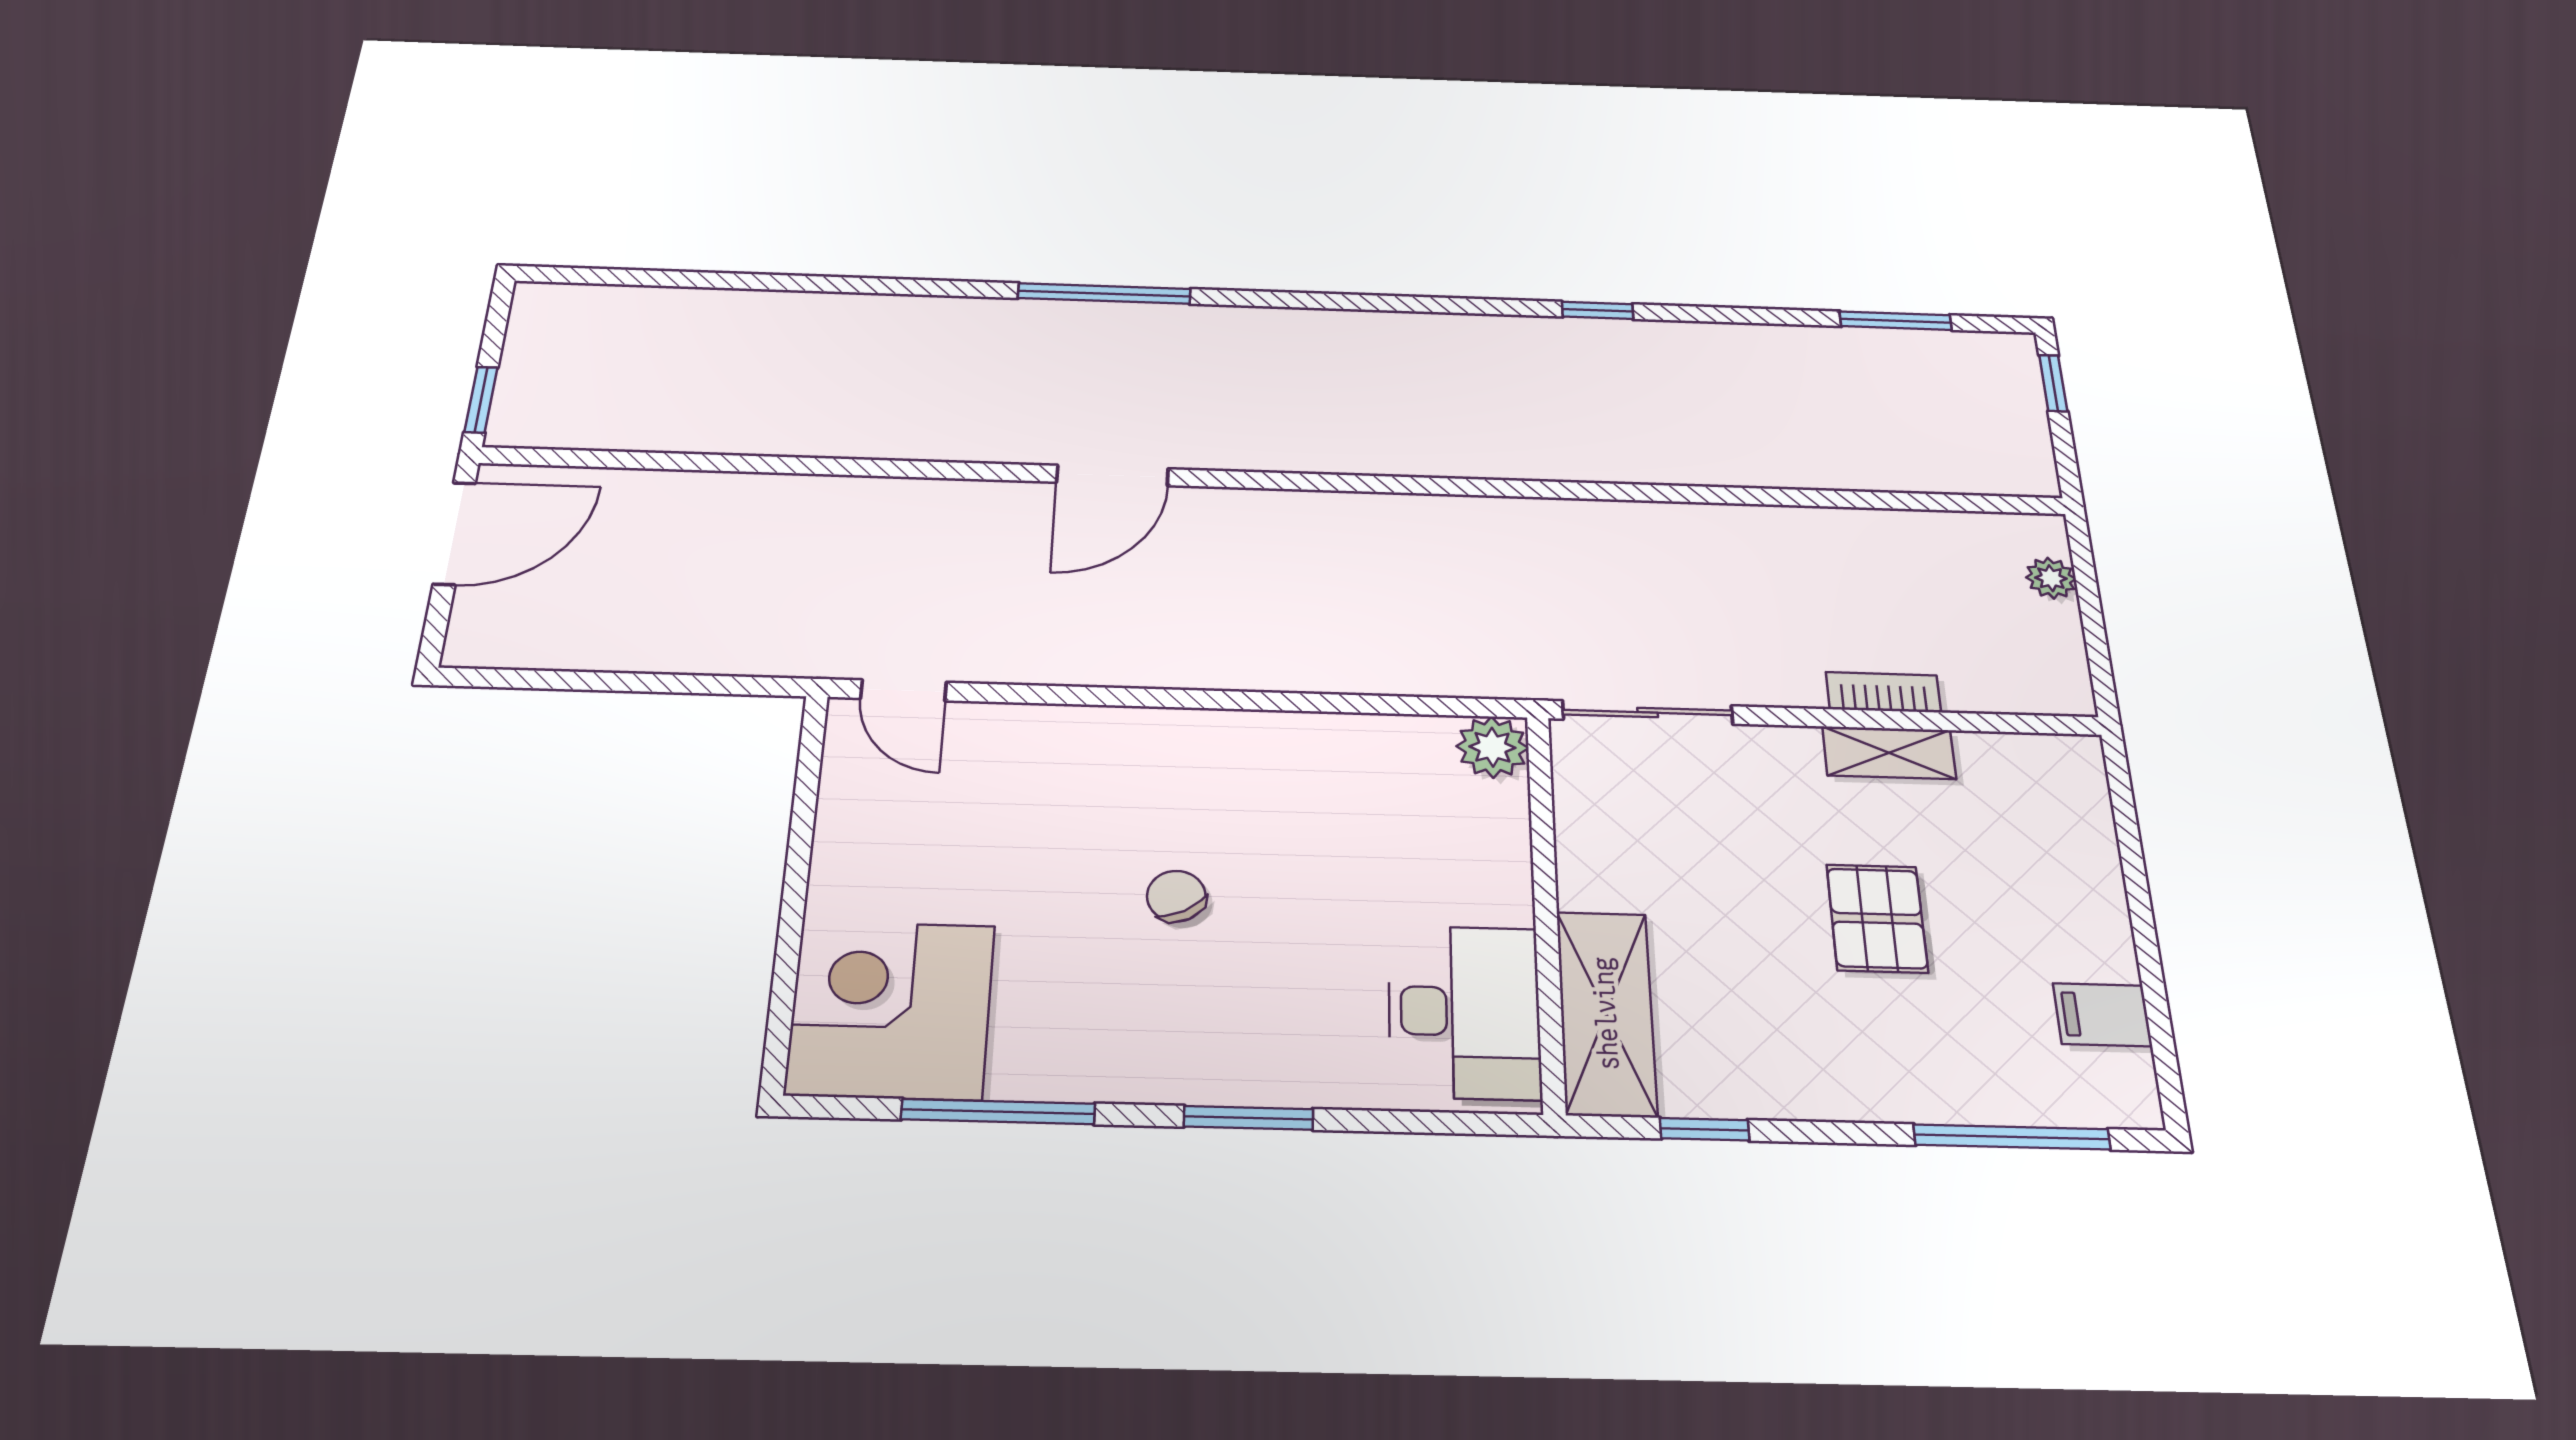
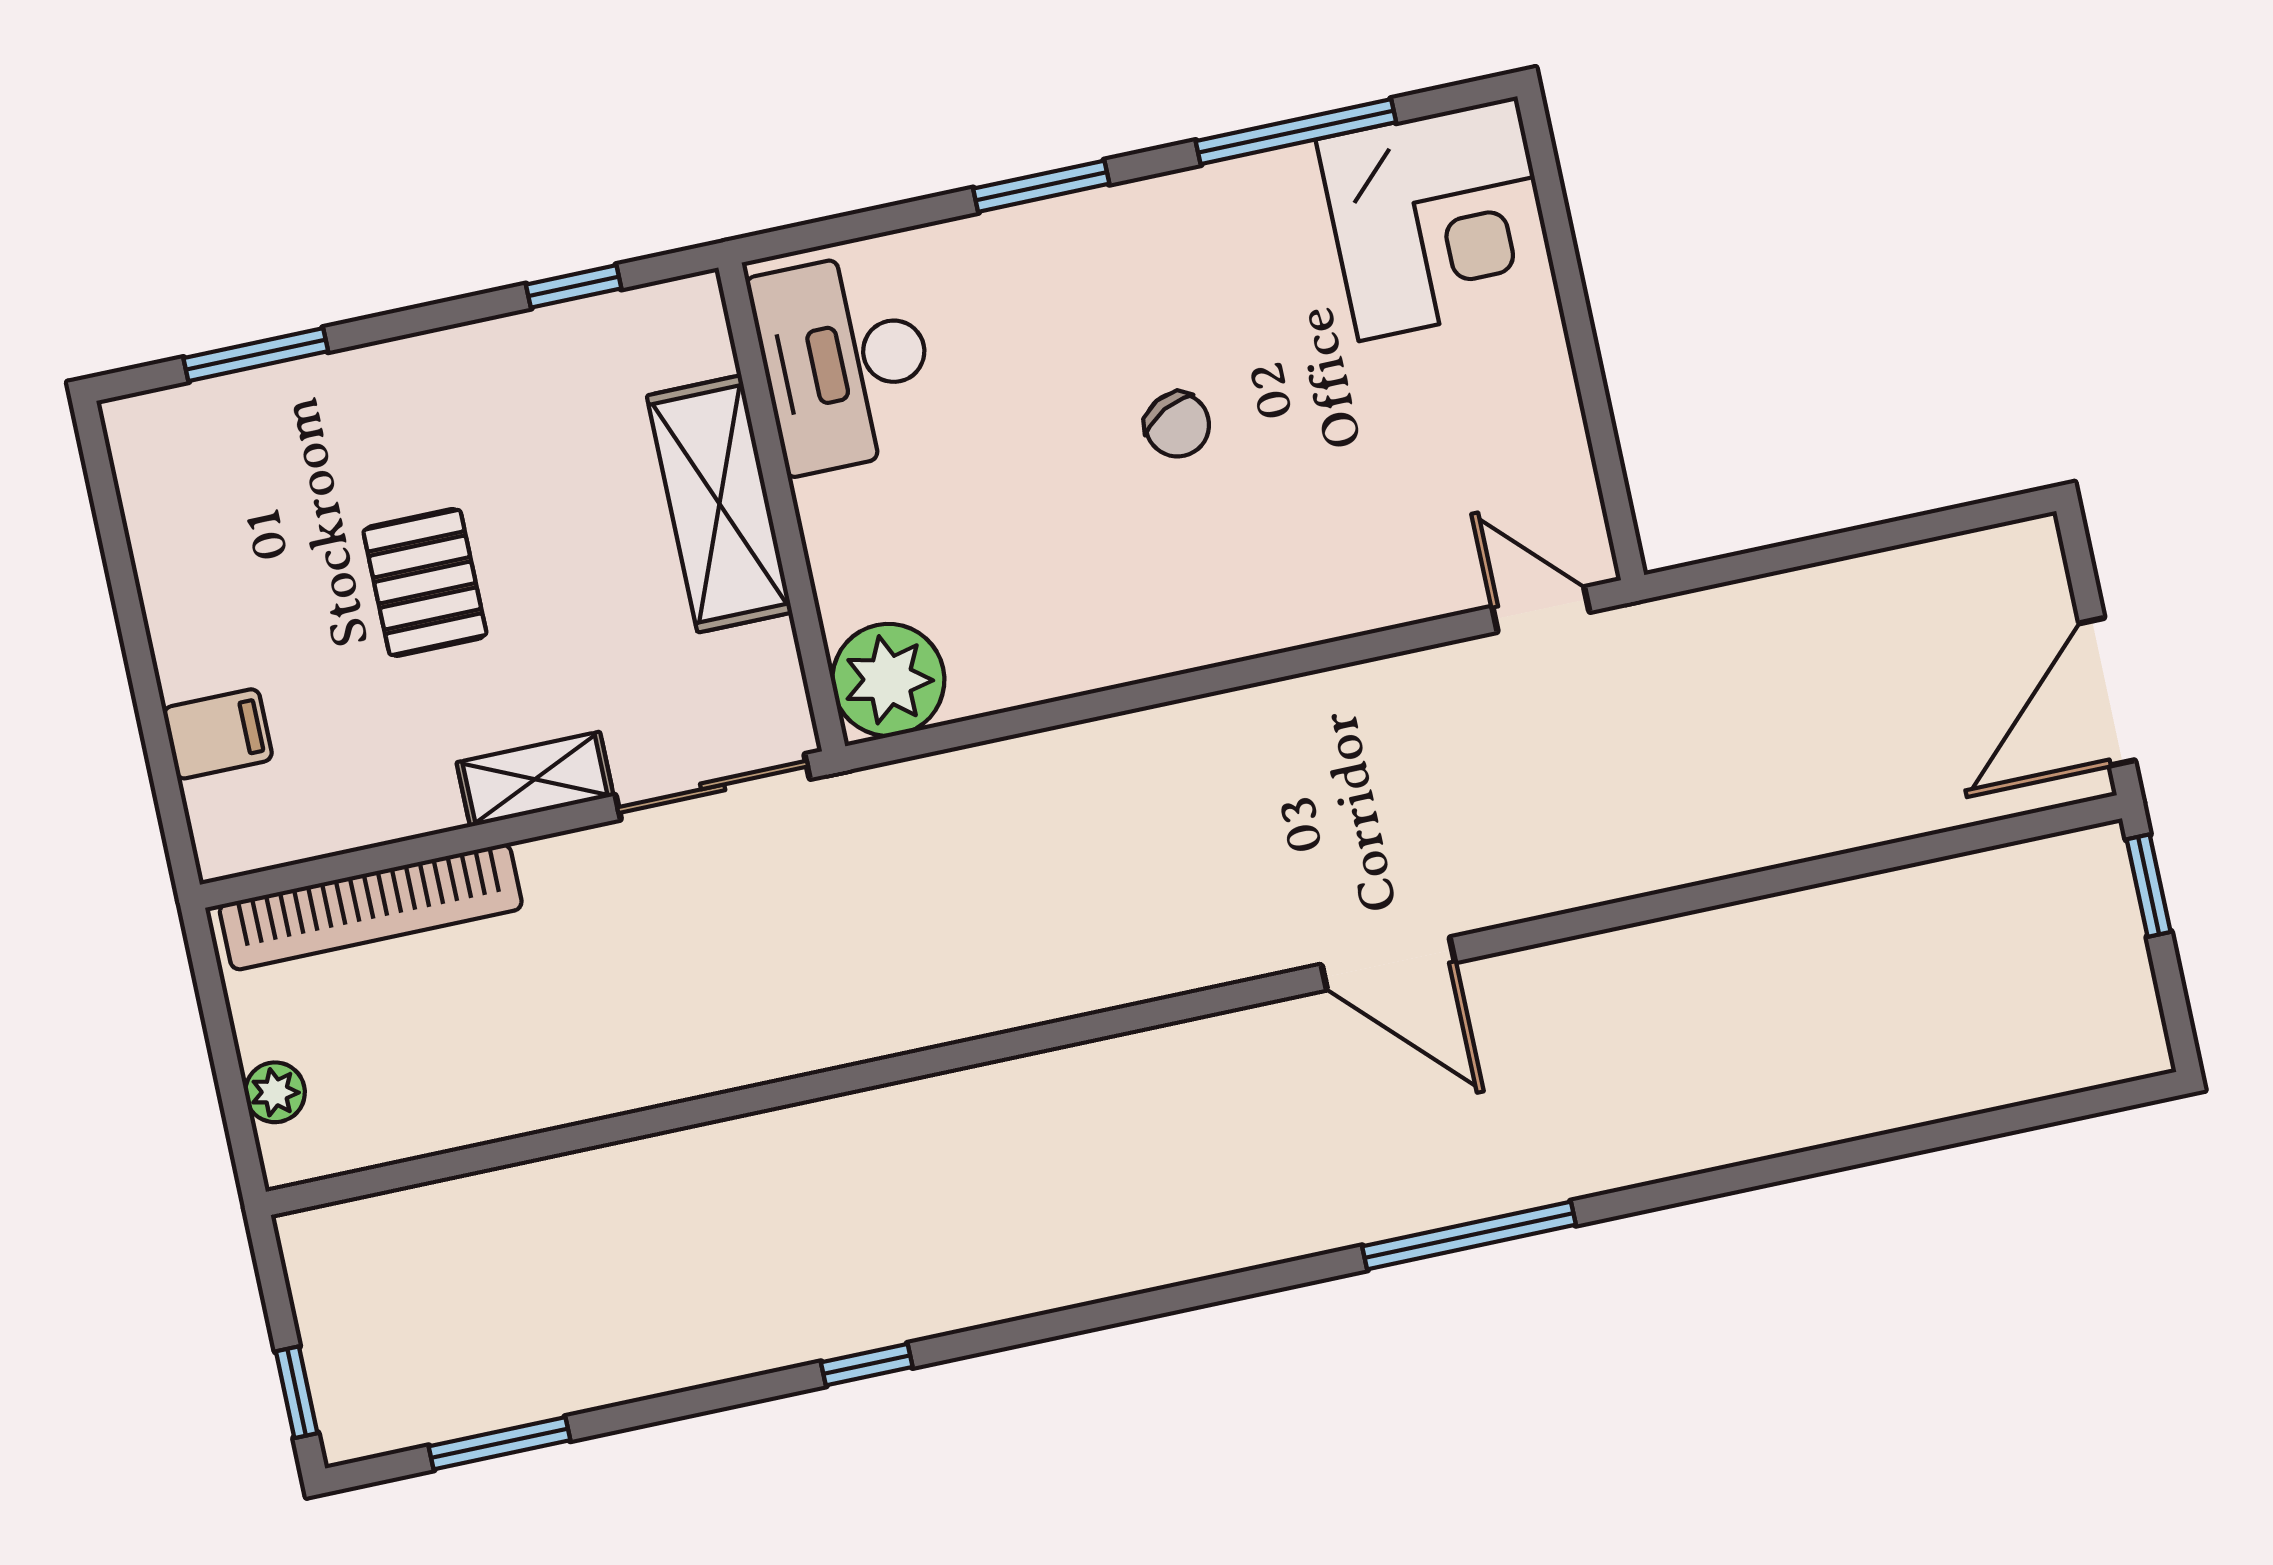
door: (1112, 475) -> (1388, 964), swing flipped
bookcase: (1883, 692) -> (371, 907), width x2.31, depth x1.31
plant: (1492, 747) -> (888, 680), width x1.36, depth x1.36
shelving: (1889, 753) -> (535, 779), moved
shelving: (1606, 1013) -> (719, 504), moved
filing cabinet: (2102, 1015) -> (218, 734), moved
window: (2012, 1137) -> (256, 355), width x0.69

